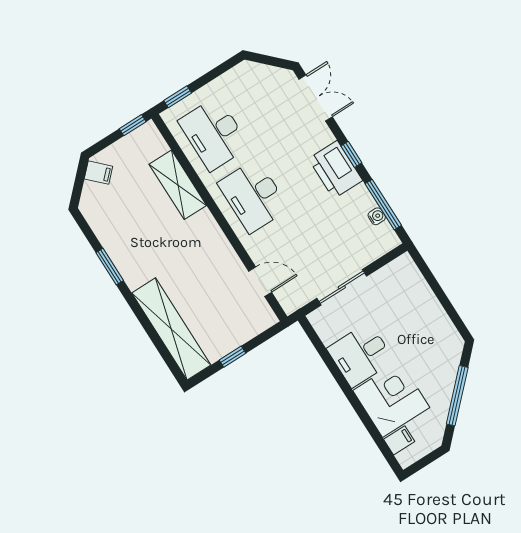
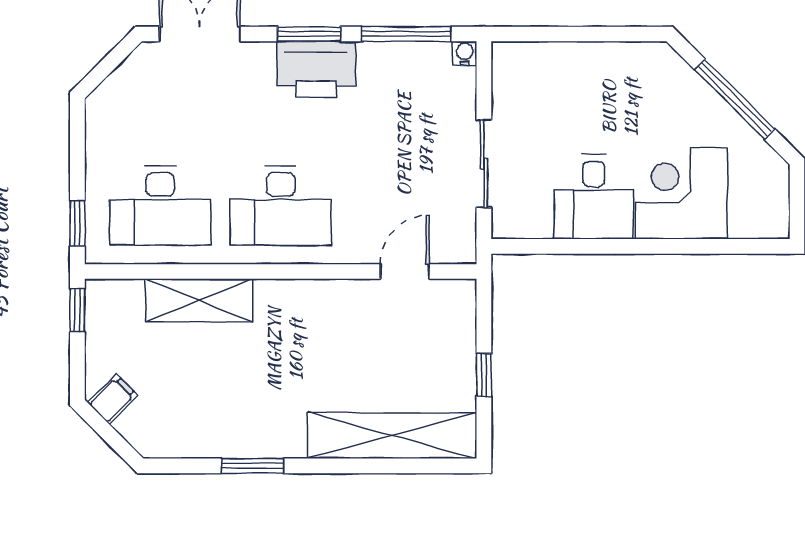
window: (351, 154) -> (309, 34), width x1.50
water cooler: (377, 216) -> (465, 53), moved
filing cabinet: (399, 440) -> (746, 219), removed

